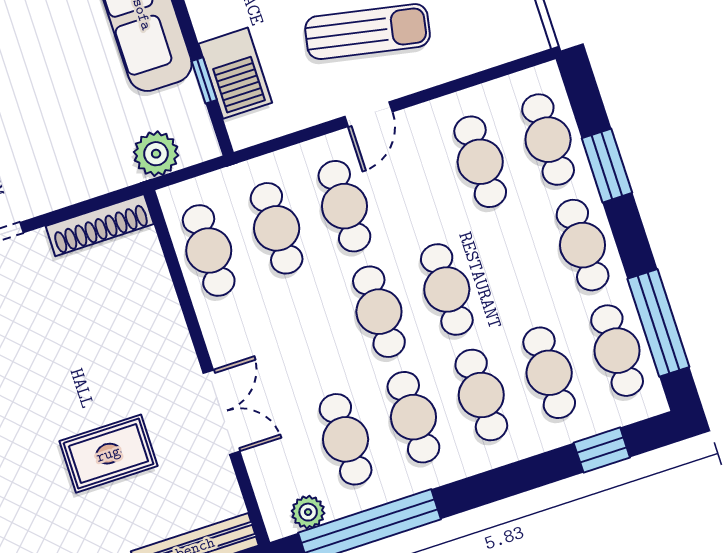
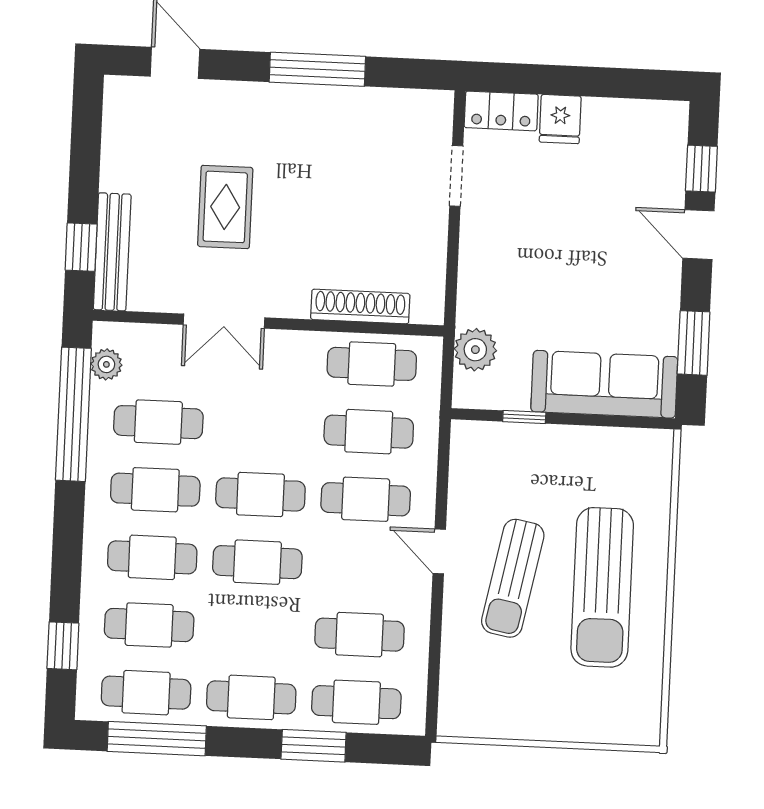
barbecue: (235, 73) -> (520, 447), removed
shoe rack: (100, 225) -> (360, 307), moved, turned 90

